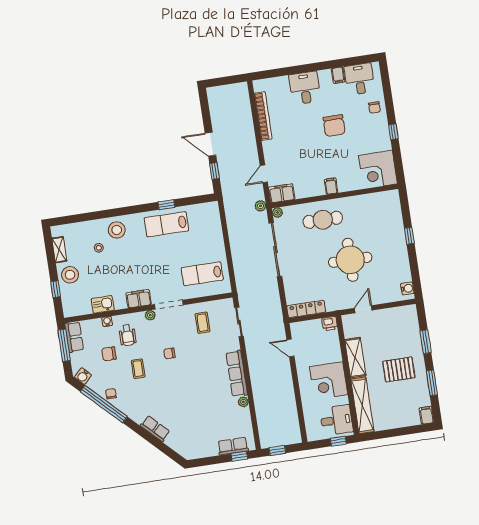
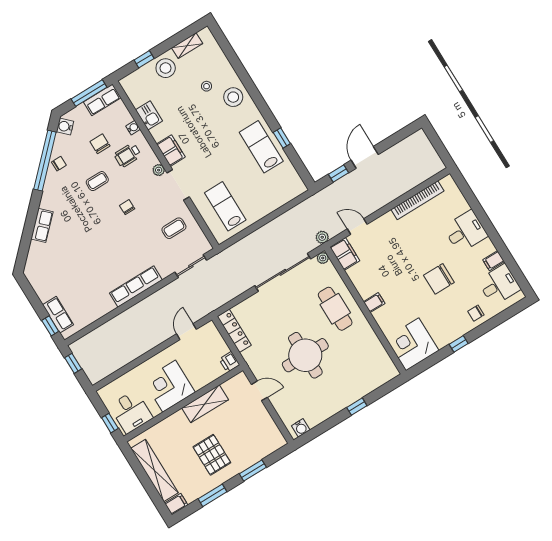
plant: (243, 402) -> (109, 306), removed
shelving: (362, 405) -> (155, 471), moved, turned 90

